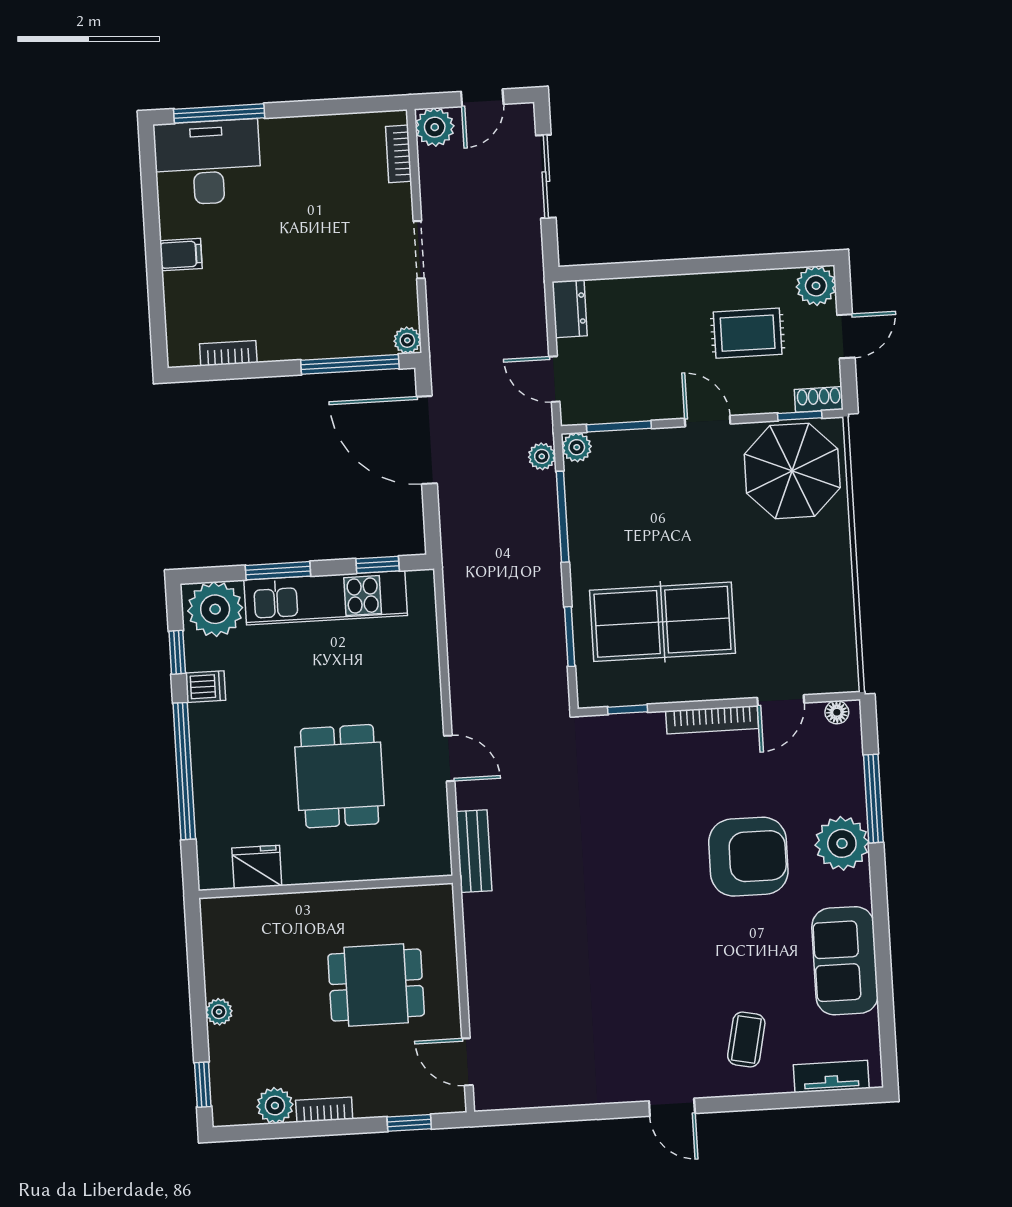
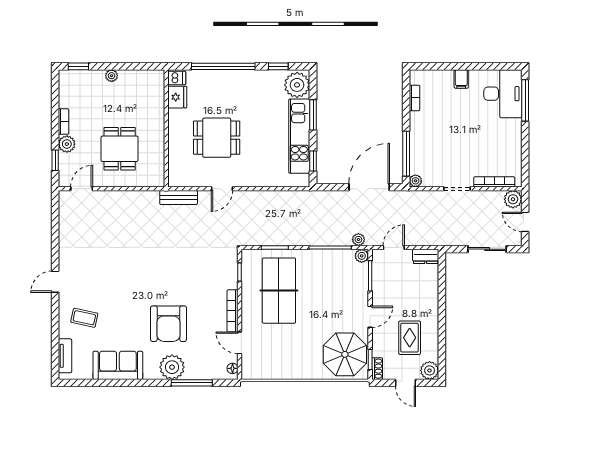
bookcase: (398, 154) -> (494, 182), width x1.56
dishwasher: (206, 687) -> (177, 78), moved, turned -90
plant: (275, 1106) -> (67, 144), moved

